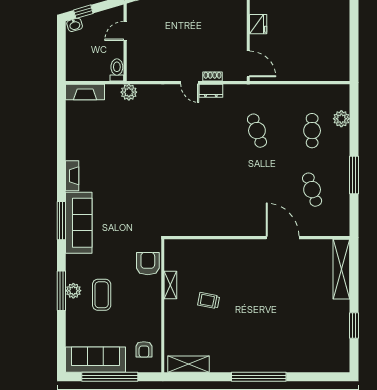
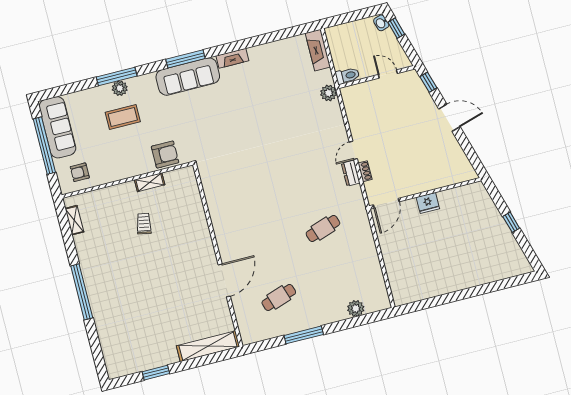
cafe table: (312, 131) -> (337, 283), removed
shelving: (188, 364) -> (74, 220), width x0.67, depth x0.75

